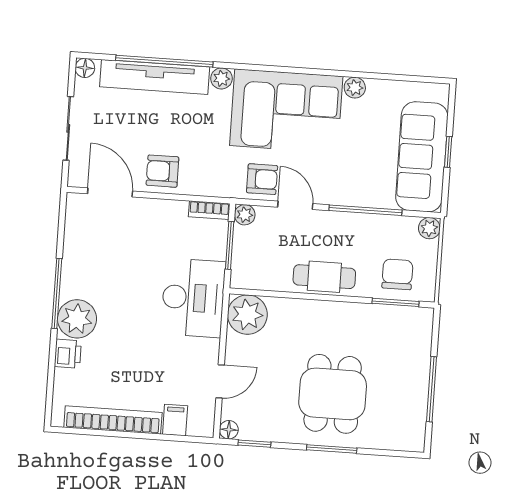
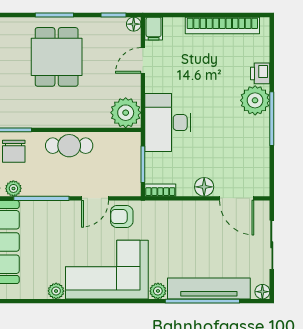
armchair: (162, 171) -> (198, 217), removed
door: (295, 205) -> (95, 198), hinge flipped
floor lamp: (151, 210) -> (204, 187), added
plant: (245, 215) -> (13, 188), moved
filing cabinet: (175, 420) -> (154, 29), moved

